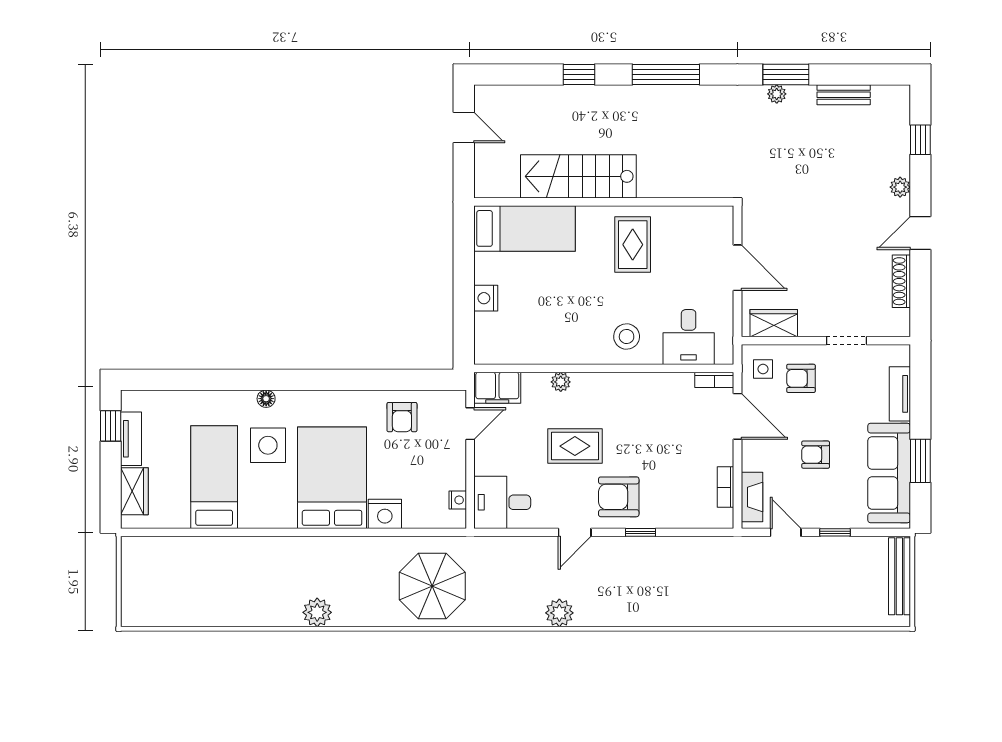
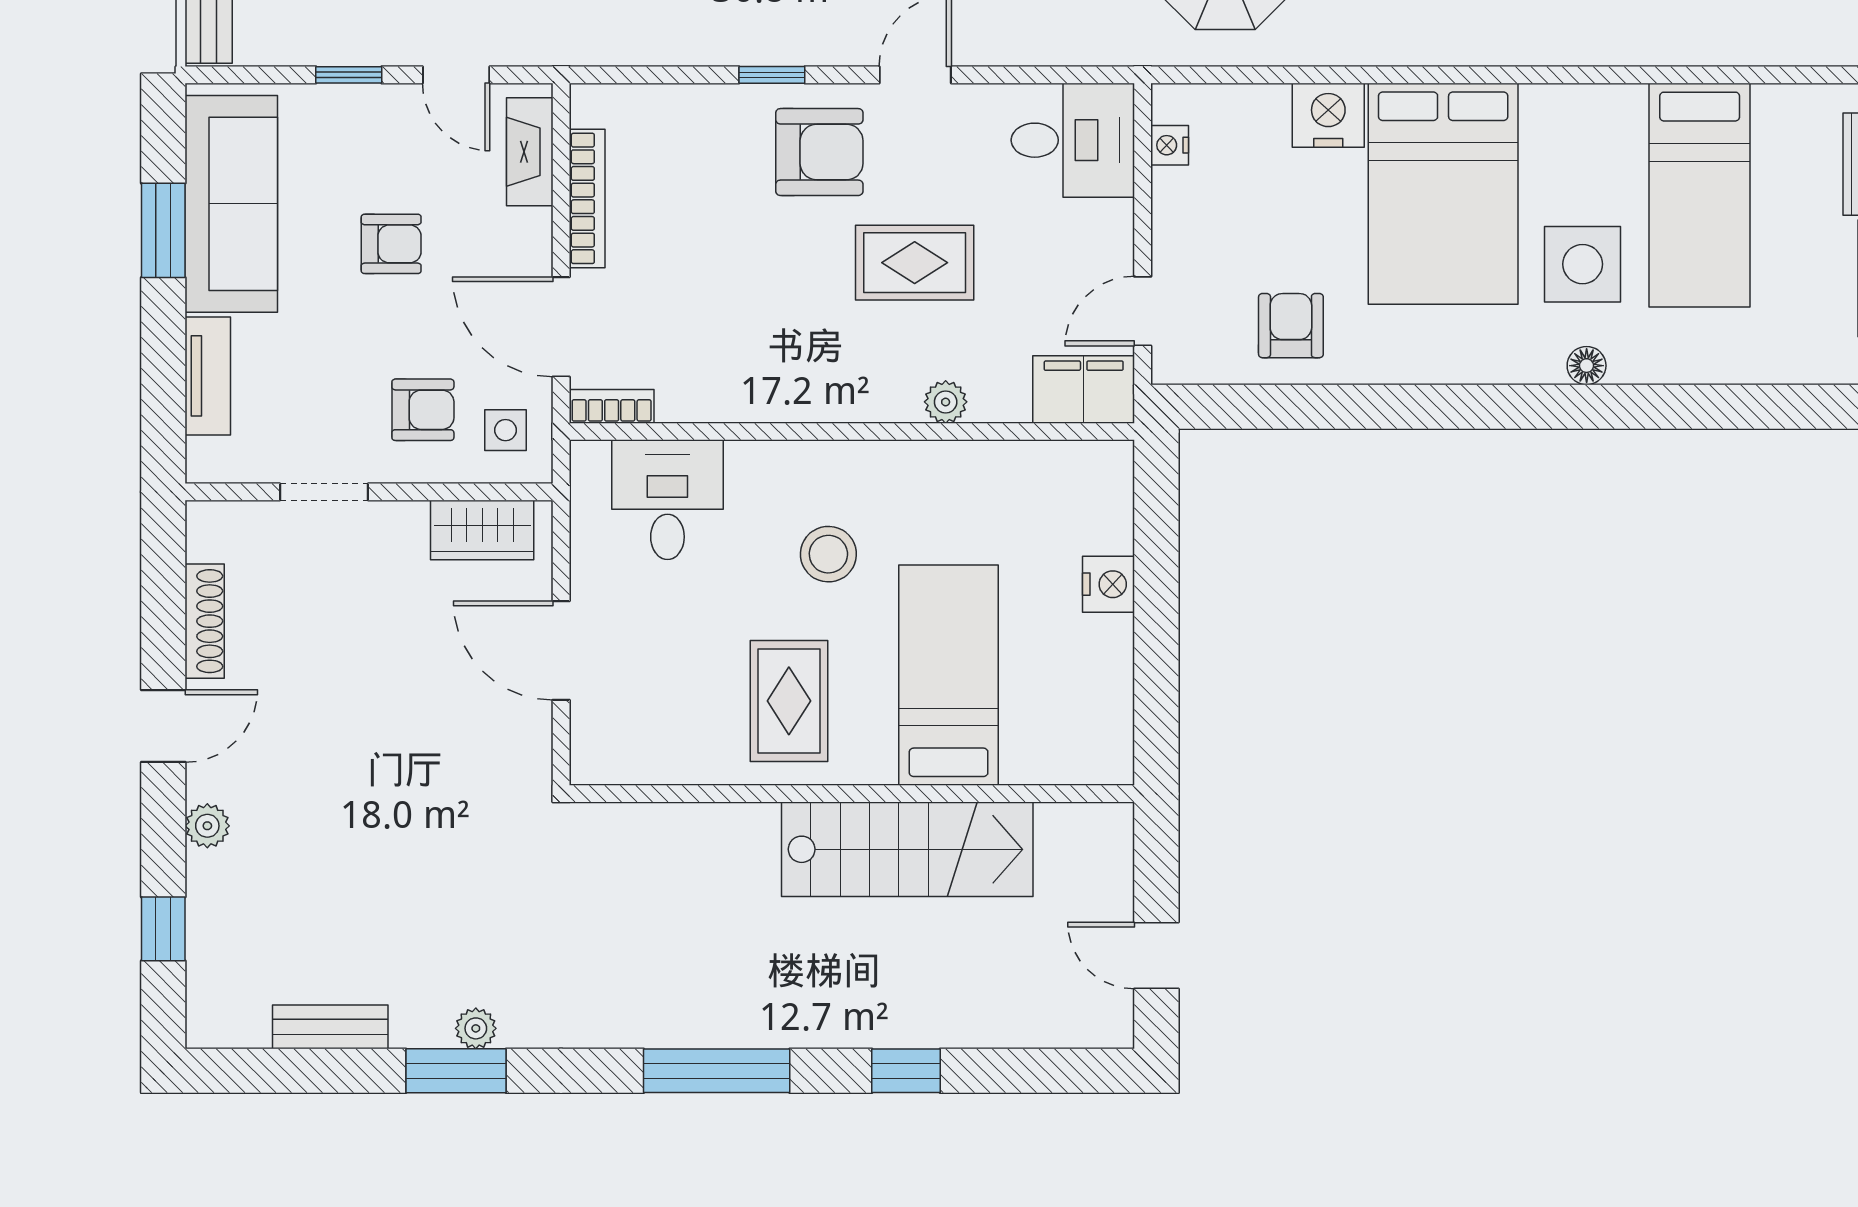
bed: (525, 228) -> (949, 675), moved, turned 90
stool: (627, 336) -> (828, 554), moved
bookcase: (726, 487) -> (587, 198), width x1.56

